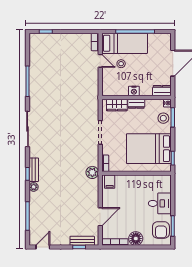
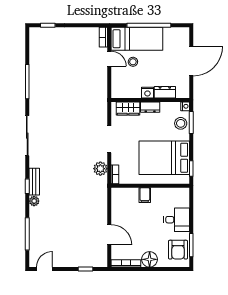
dresser: (162, 91) -> (165, 92), moved
plant: (92, 172) -> (100, 169), moved
filing cabinet: (110, 182) -> (145, 195), moved
door: (100, 217) -> (109, 235), hinge flipped
bench: (82, 241) -> (89, 262), removed

